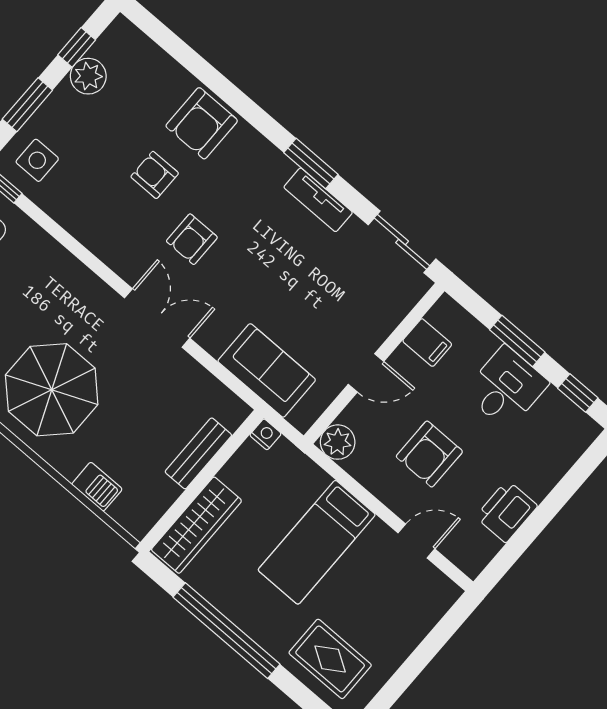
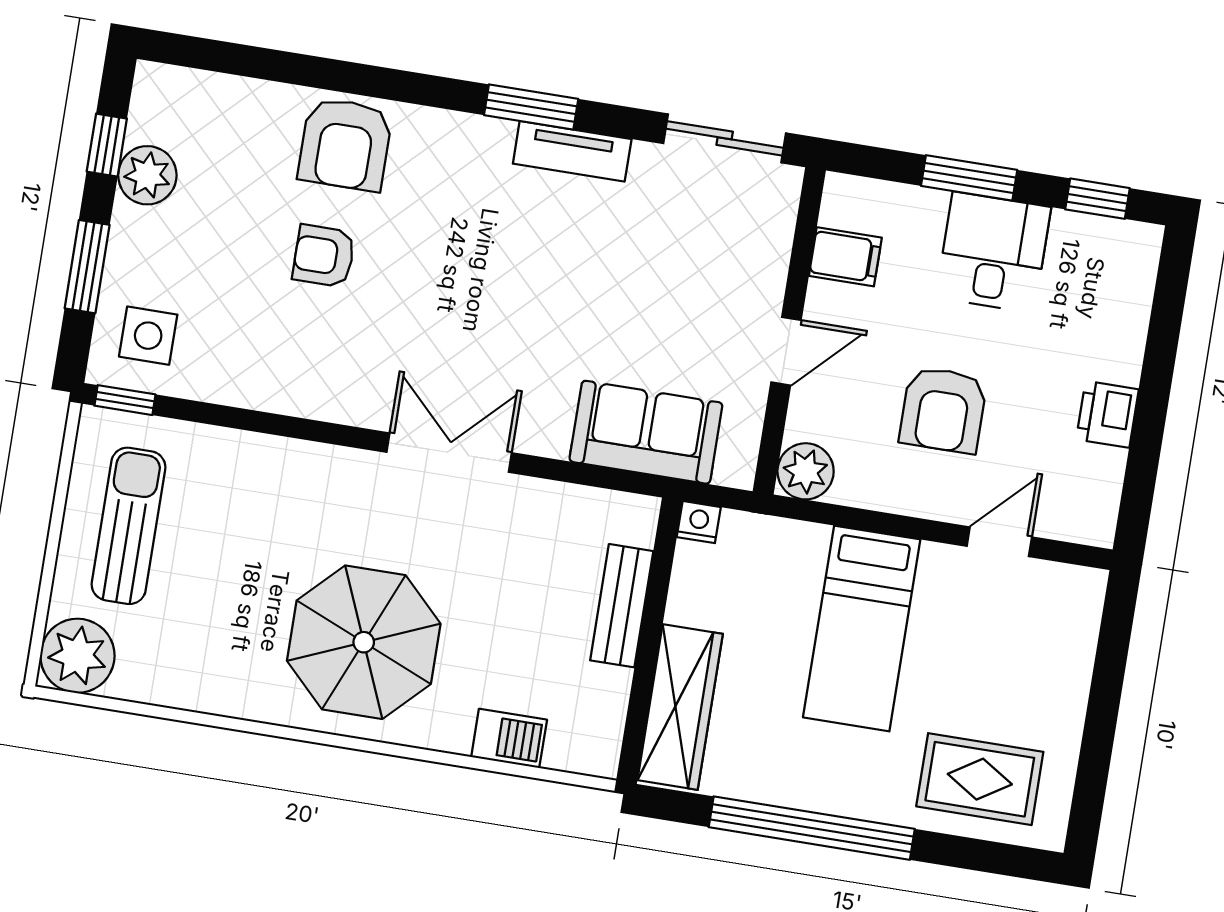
armchair: (192, 239) -> (430, 314), removed
printer: (506, 511) -> (1107, 414), width x0.73, depth x0.81

